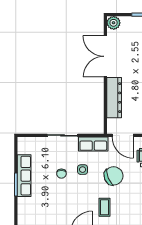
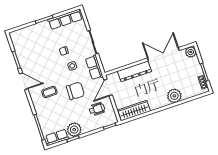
row of seats: (24, 176) -> (65, 19), moved
chair: (114, 176) -> (75, 91), turned -66

